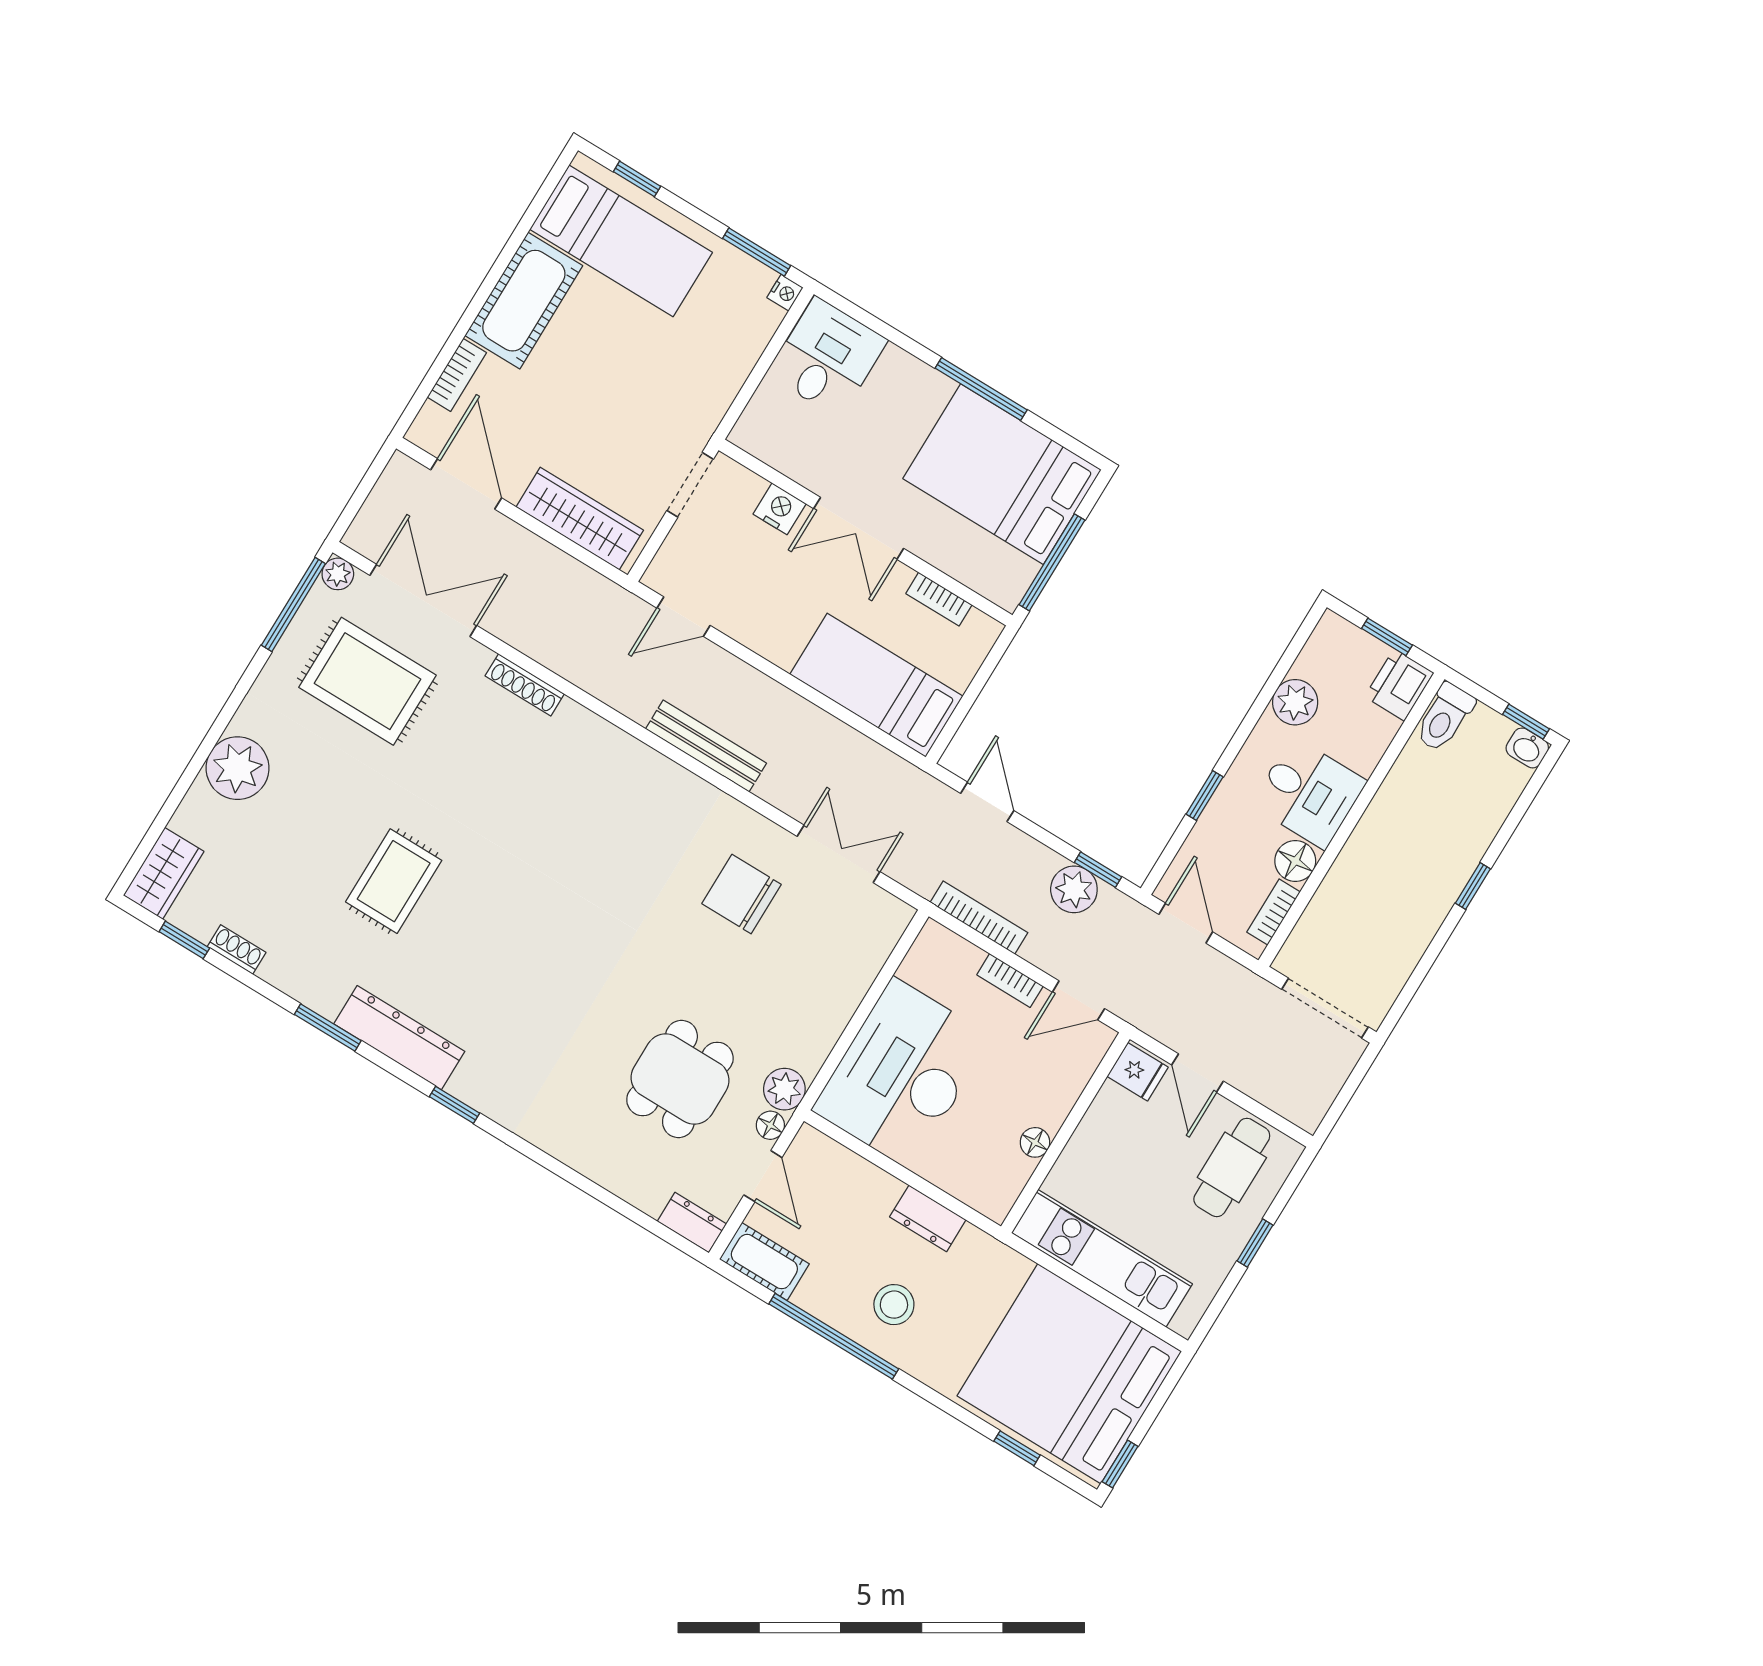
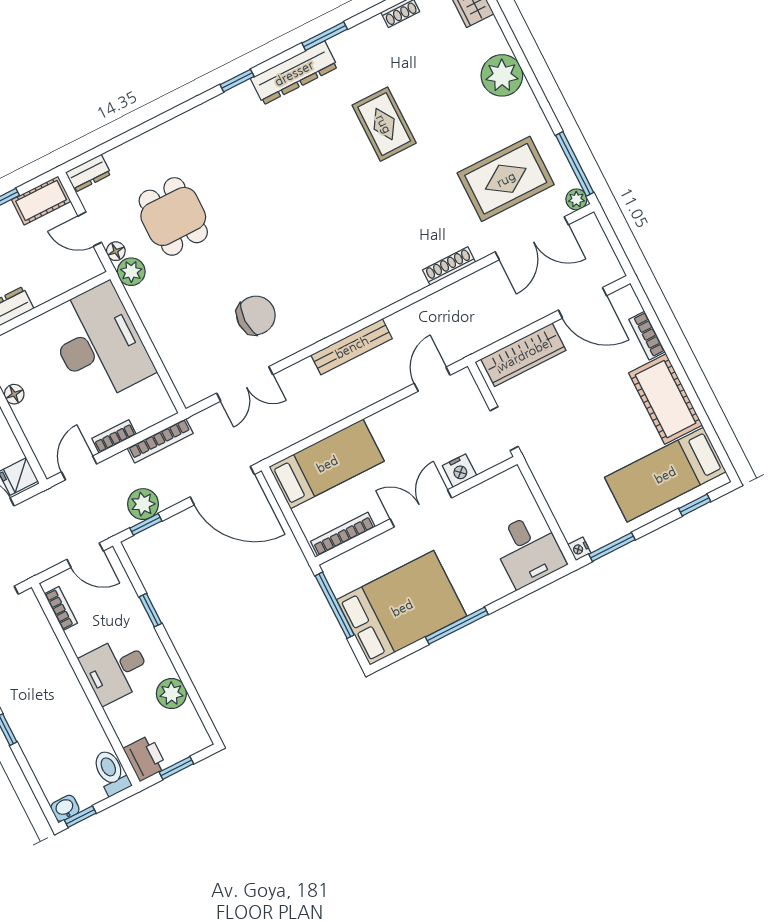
bookcase: (939, 599) -> (343, 534), width x1.56
door: (987, 802) -> (222, 486), width x1.88
floor lamp: (1295, 861) -> (82, 638), removed

